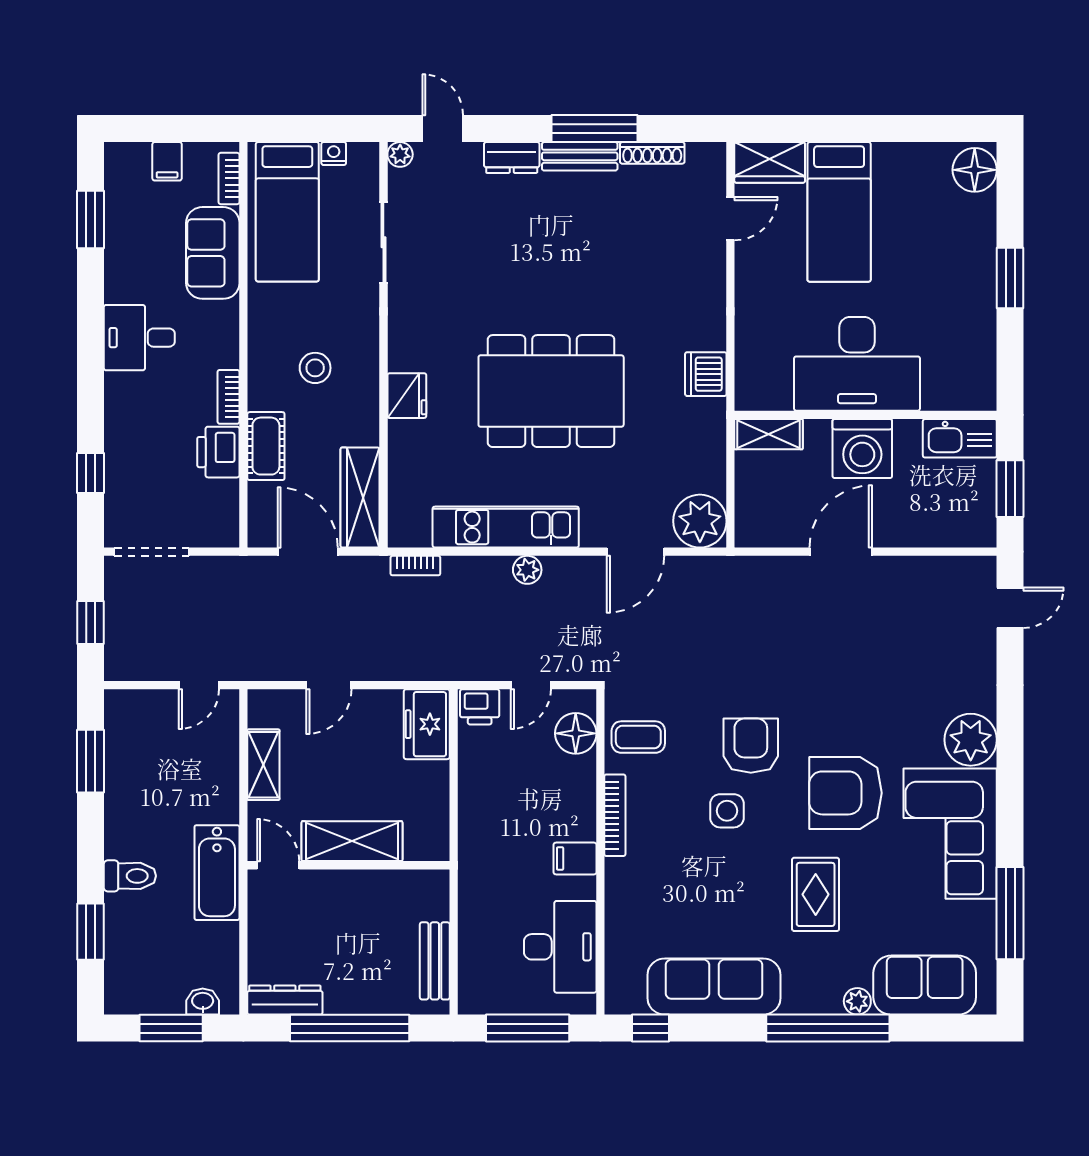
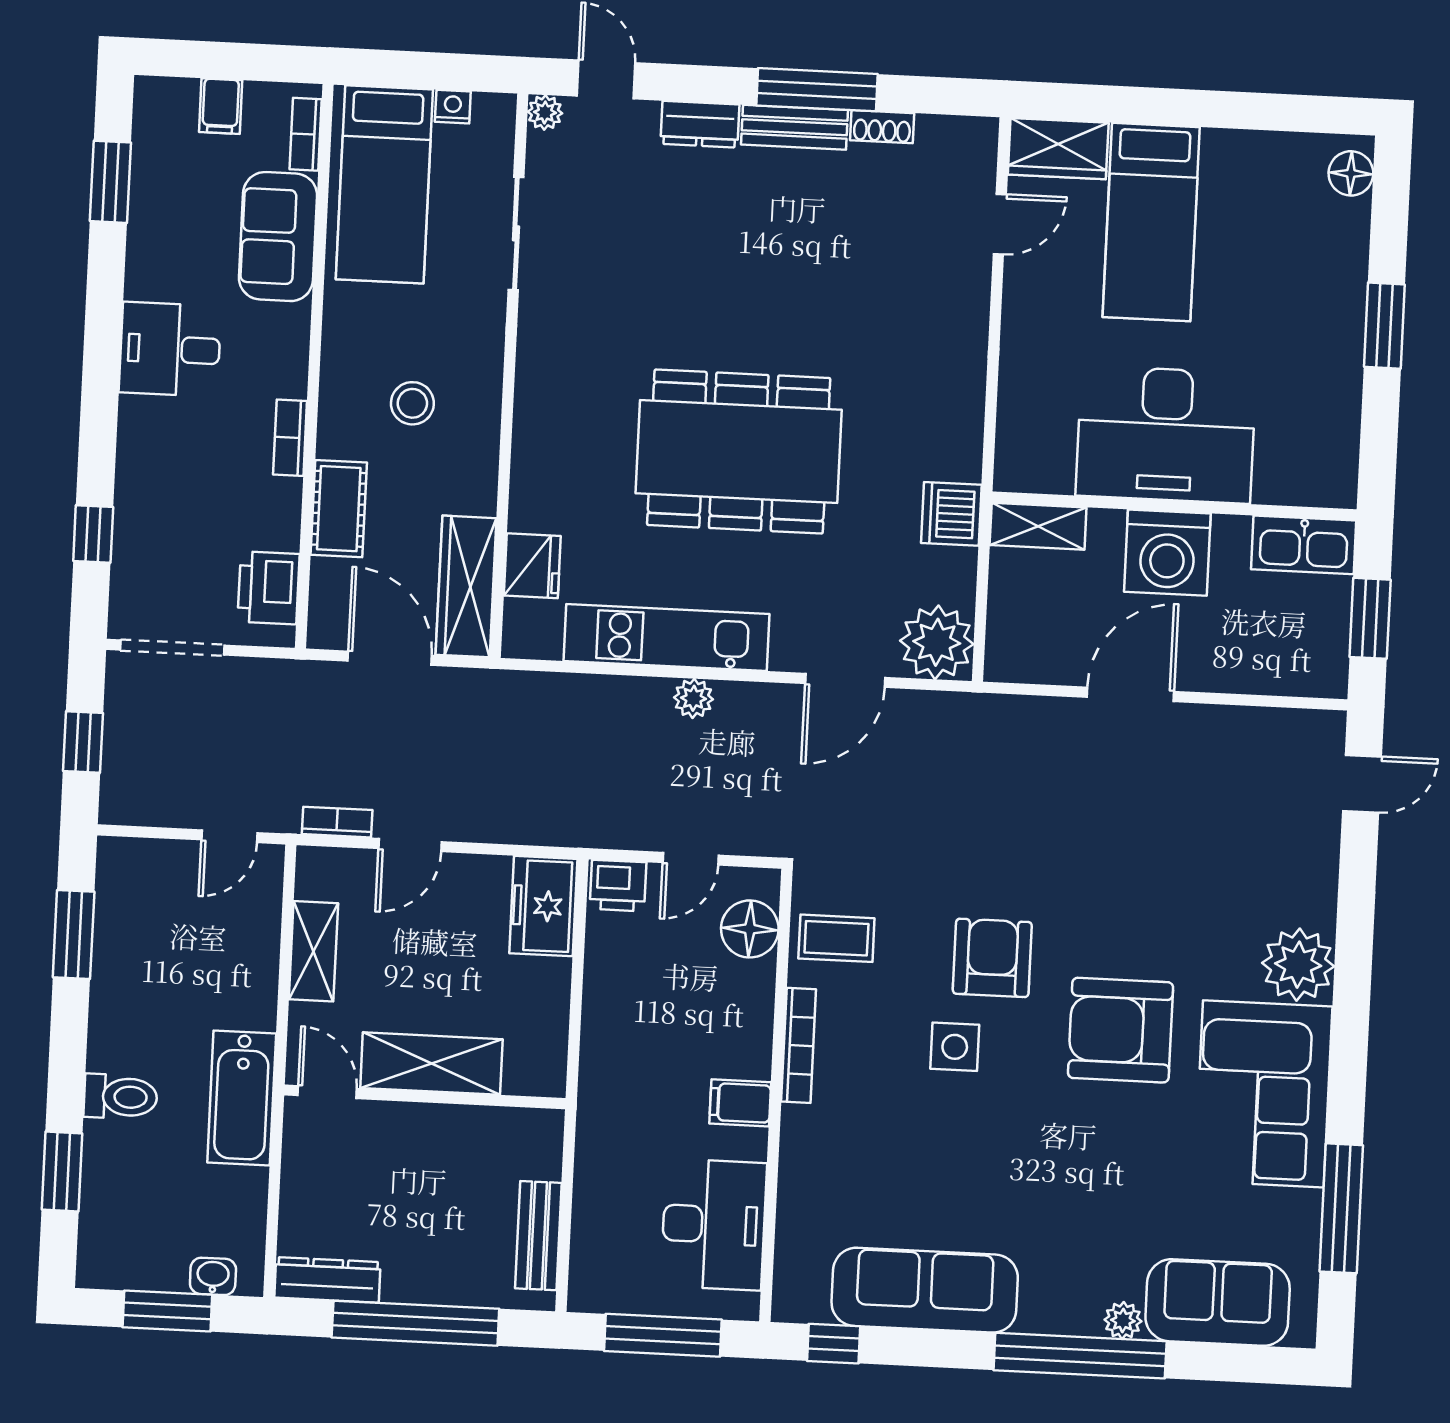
shoe rack: (652, 153) -> (882, 127), width x0.70
floor lamp: (975, 170) -> (1351, 173), width x0.73, depth x0.73
dishwasher: (706, 374) -> (951, 514), moved
fridge: (407, 396) -> (532, 566), moved
printer: (218, 452) -> (269, 588), moved
bookcase: (415, 566) -> (337, 822), moved, turned 180
rug: (816, 894) -> (1072, 1169), removed

